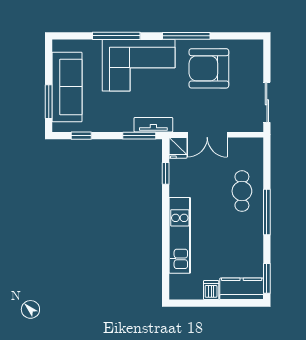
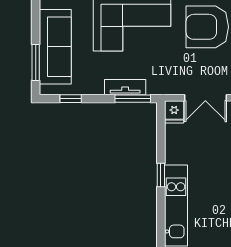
tv unit: (153, 125) -> (125, 87), moved
window: (166, 173) -> (161, 175), moved

